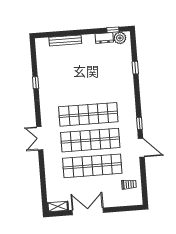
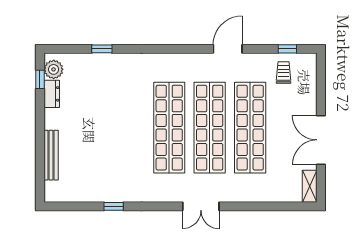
window: (139, 123) -> (287, 49), moved

